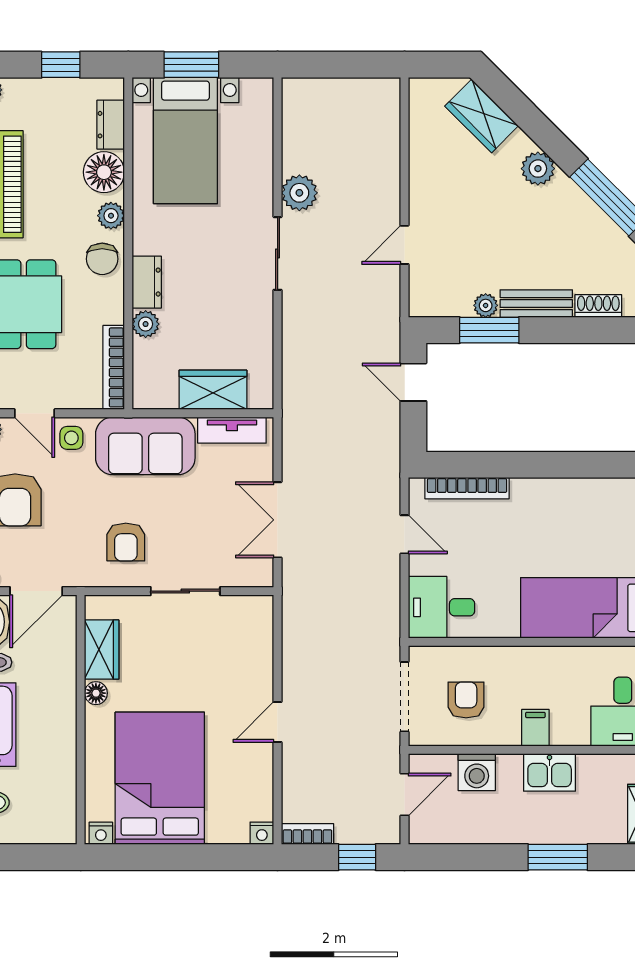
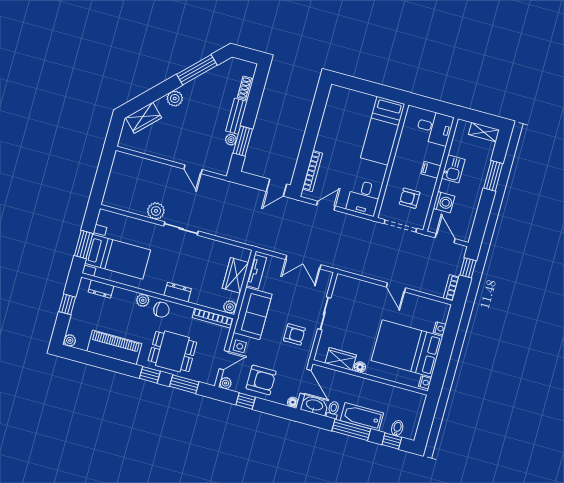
floor lamp: (104, 172) -> (122, 298), removed
plant: (146, 324) -> (230, 307), moved
door: (413, 382) -> (277, 188), moved
nightstand: (262, 833) -> (440, 328), moved

